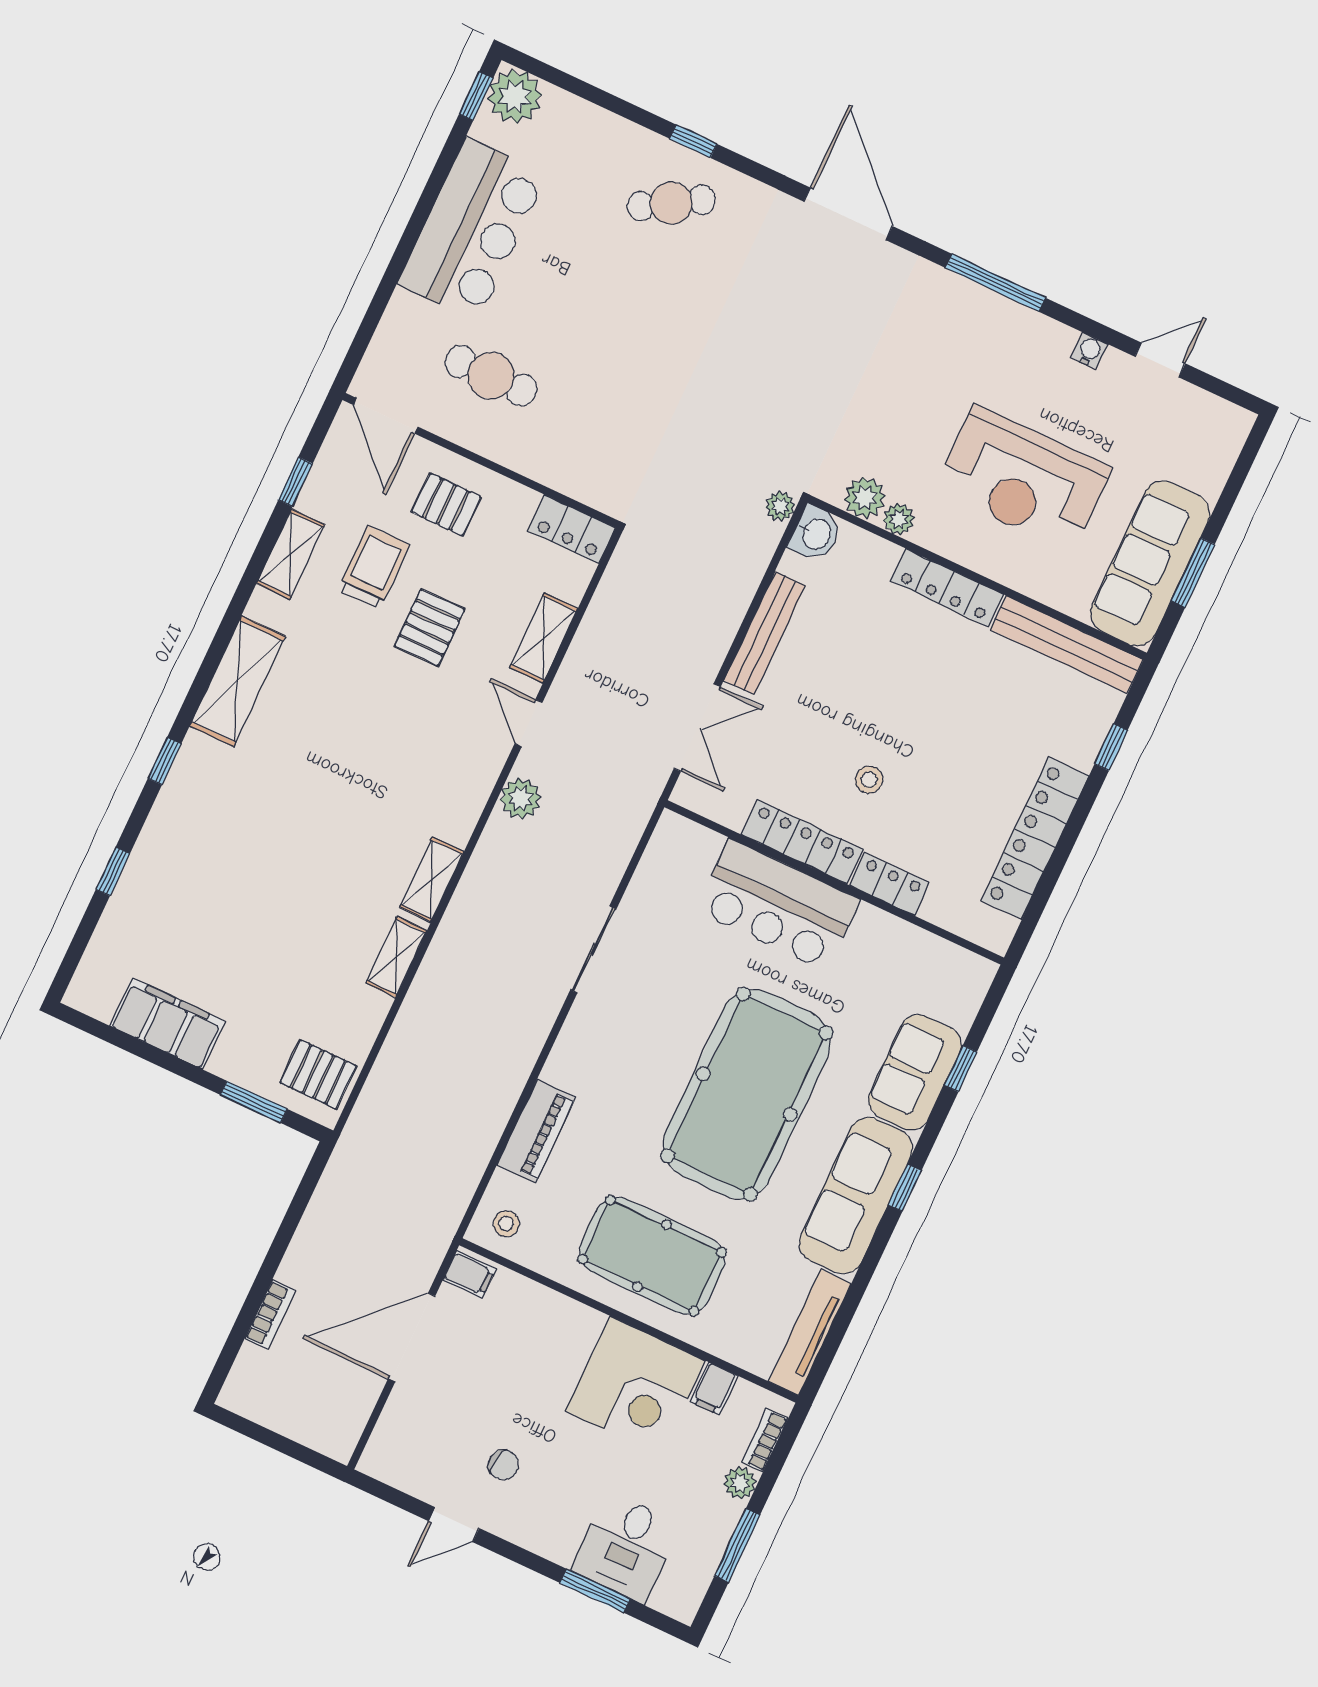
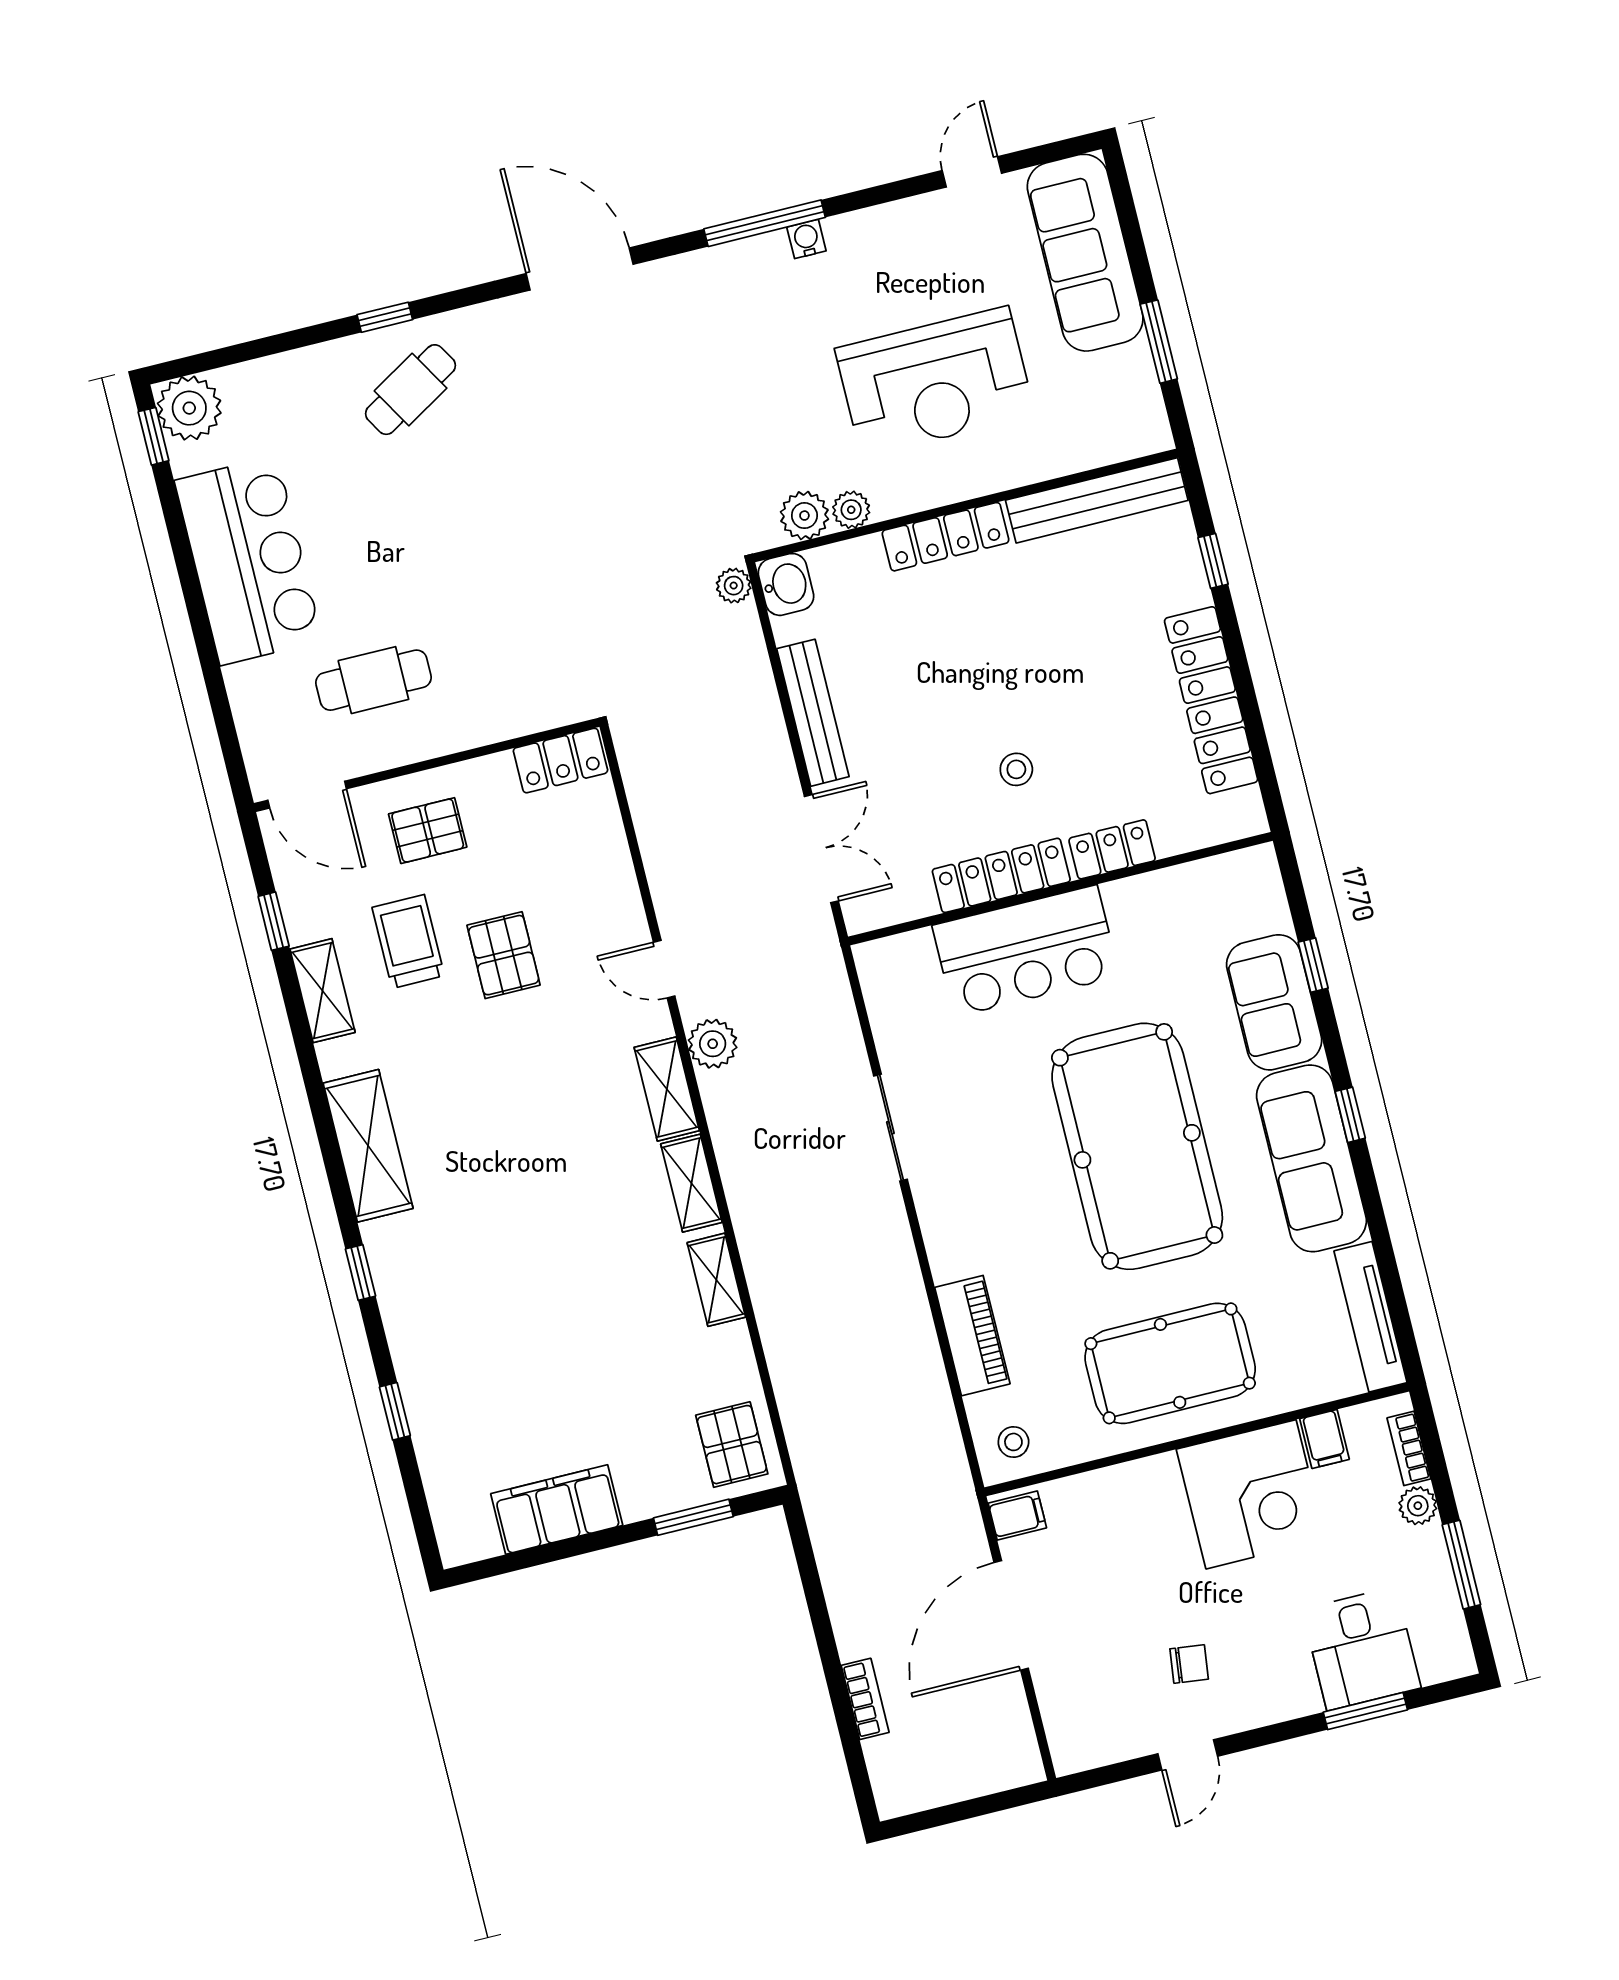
water cooler: (1089, 351) -> (806, 239), moved
sofa: (1150, 563) -> (1085, 253), moved
shelving: (544, 638) -> (667, 1089), moved
pallet: (318, 1074) -> (732, 1445), turned 90

